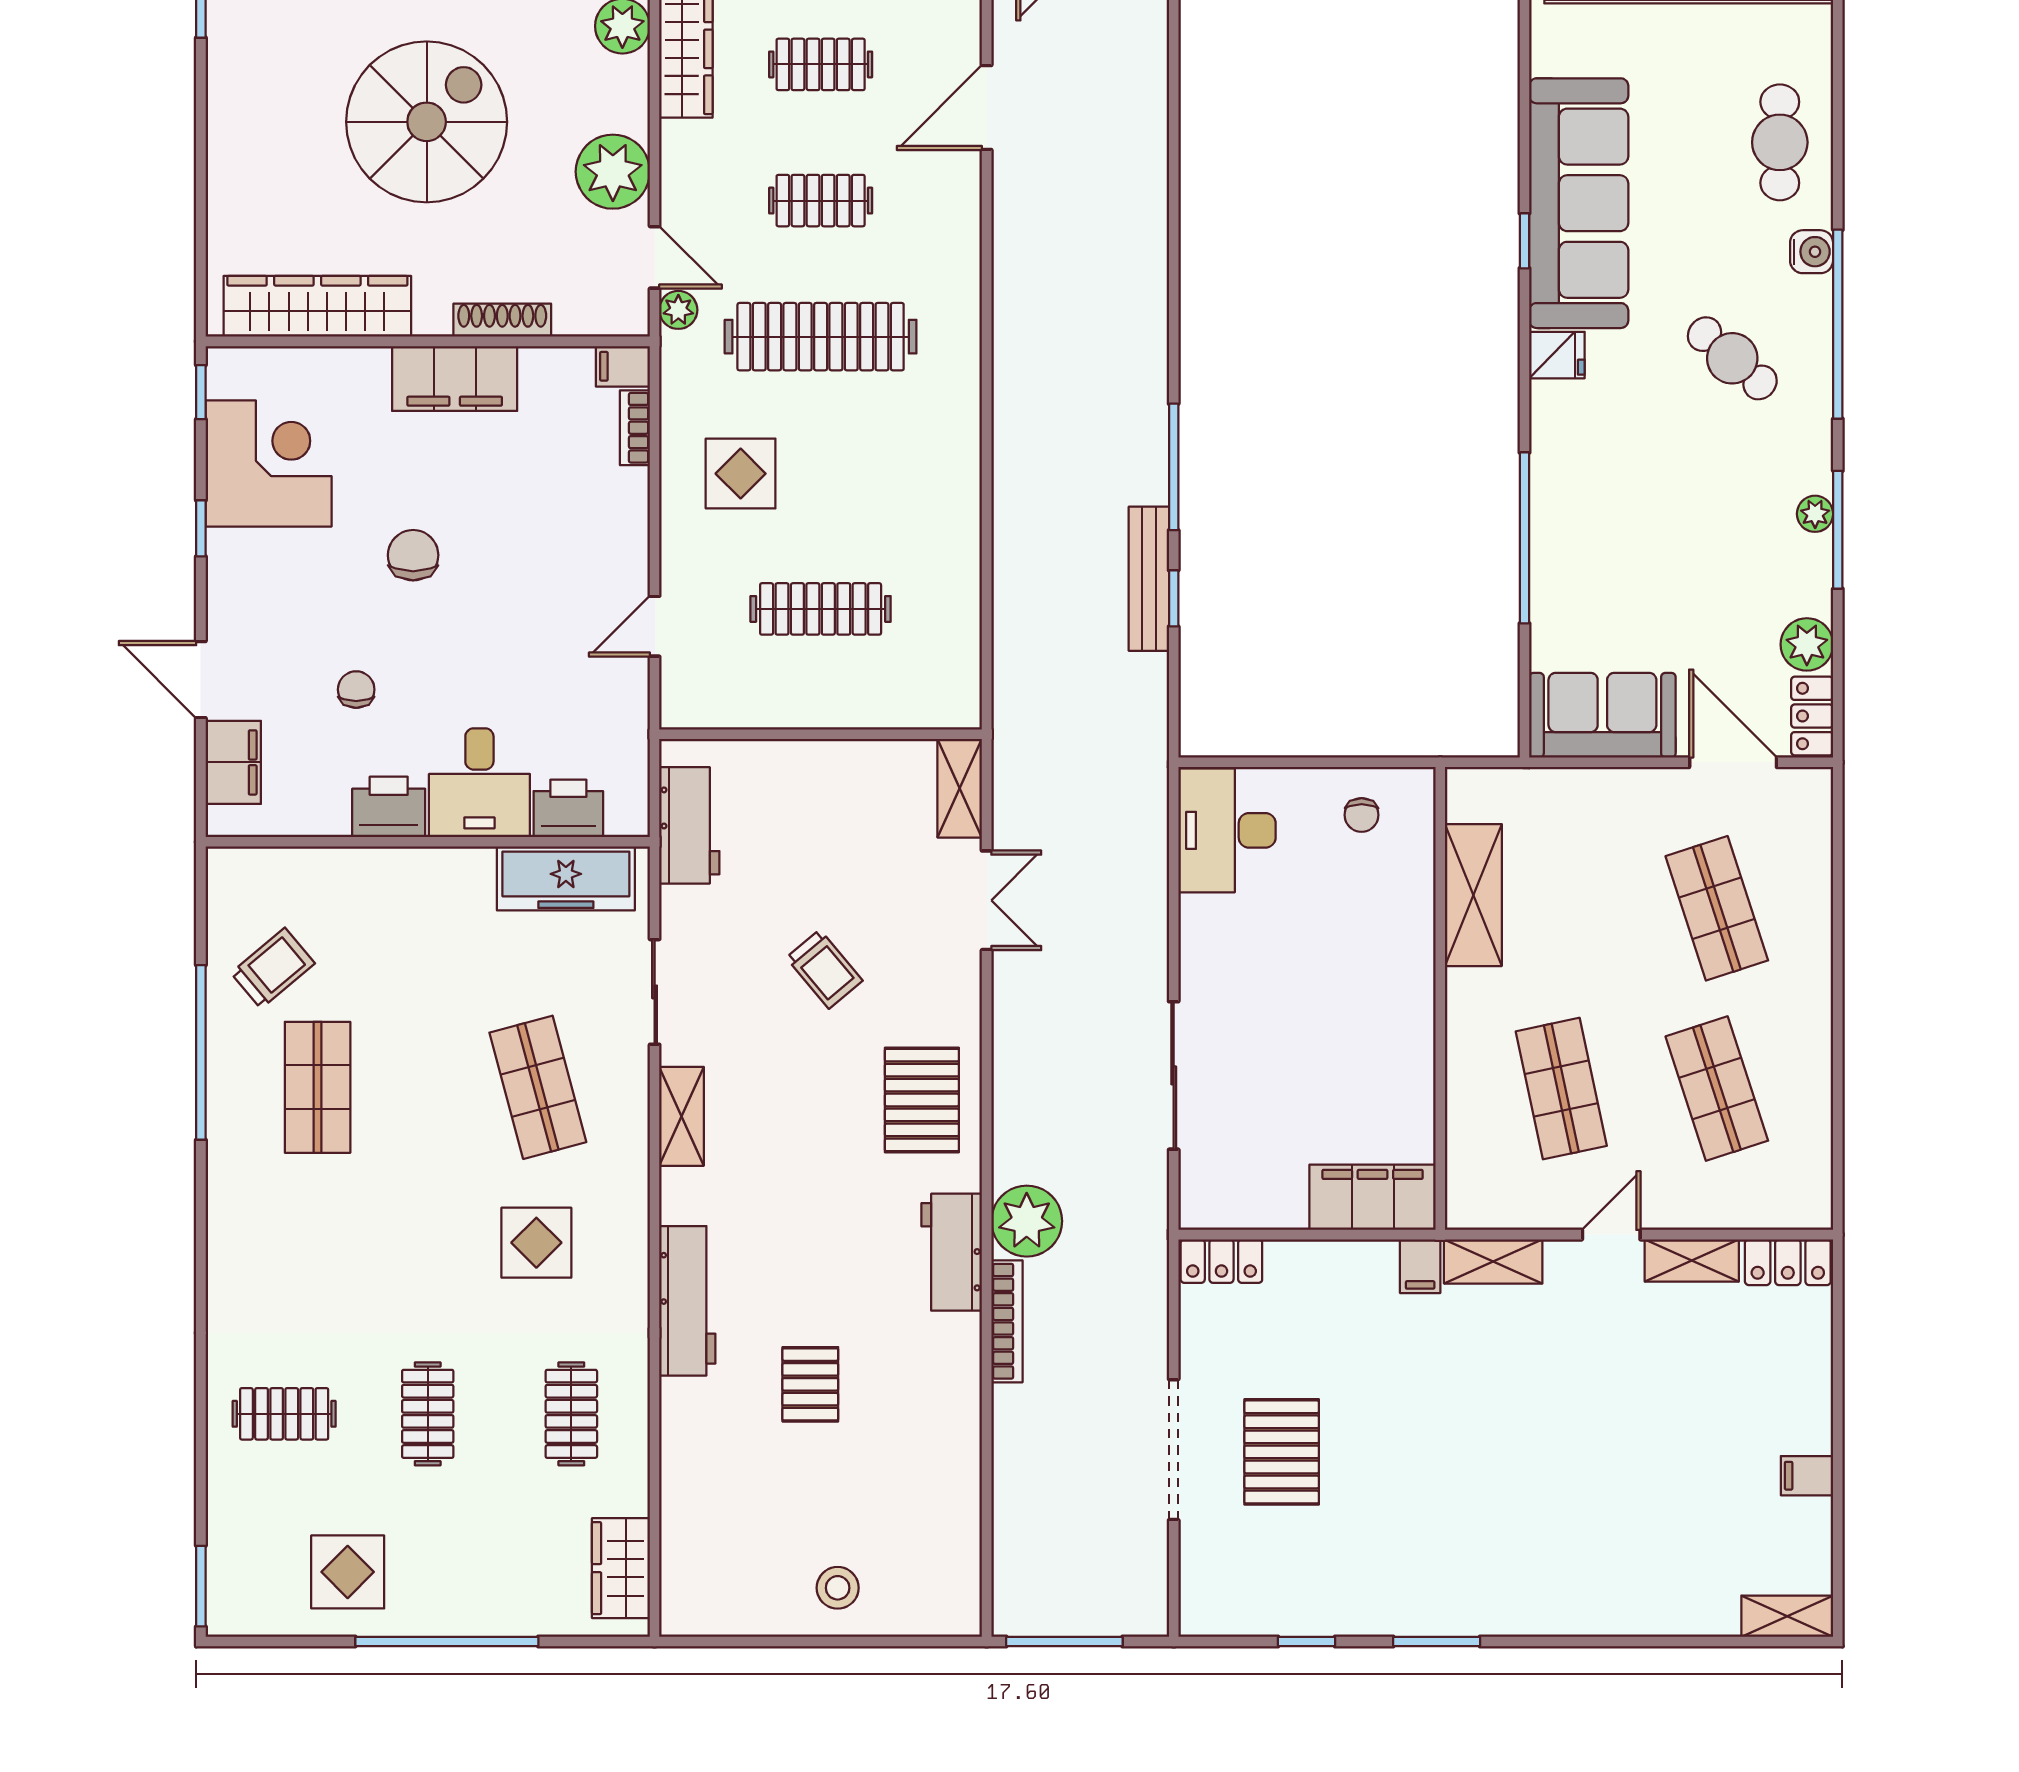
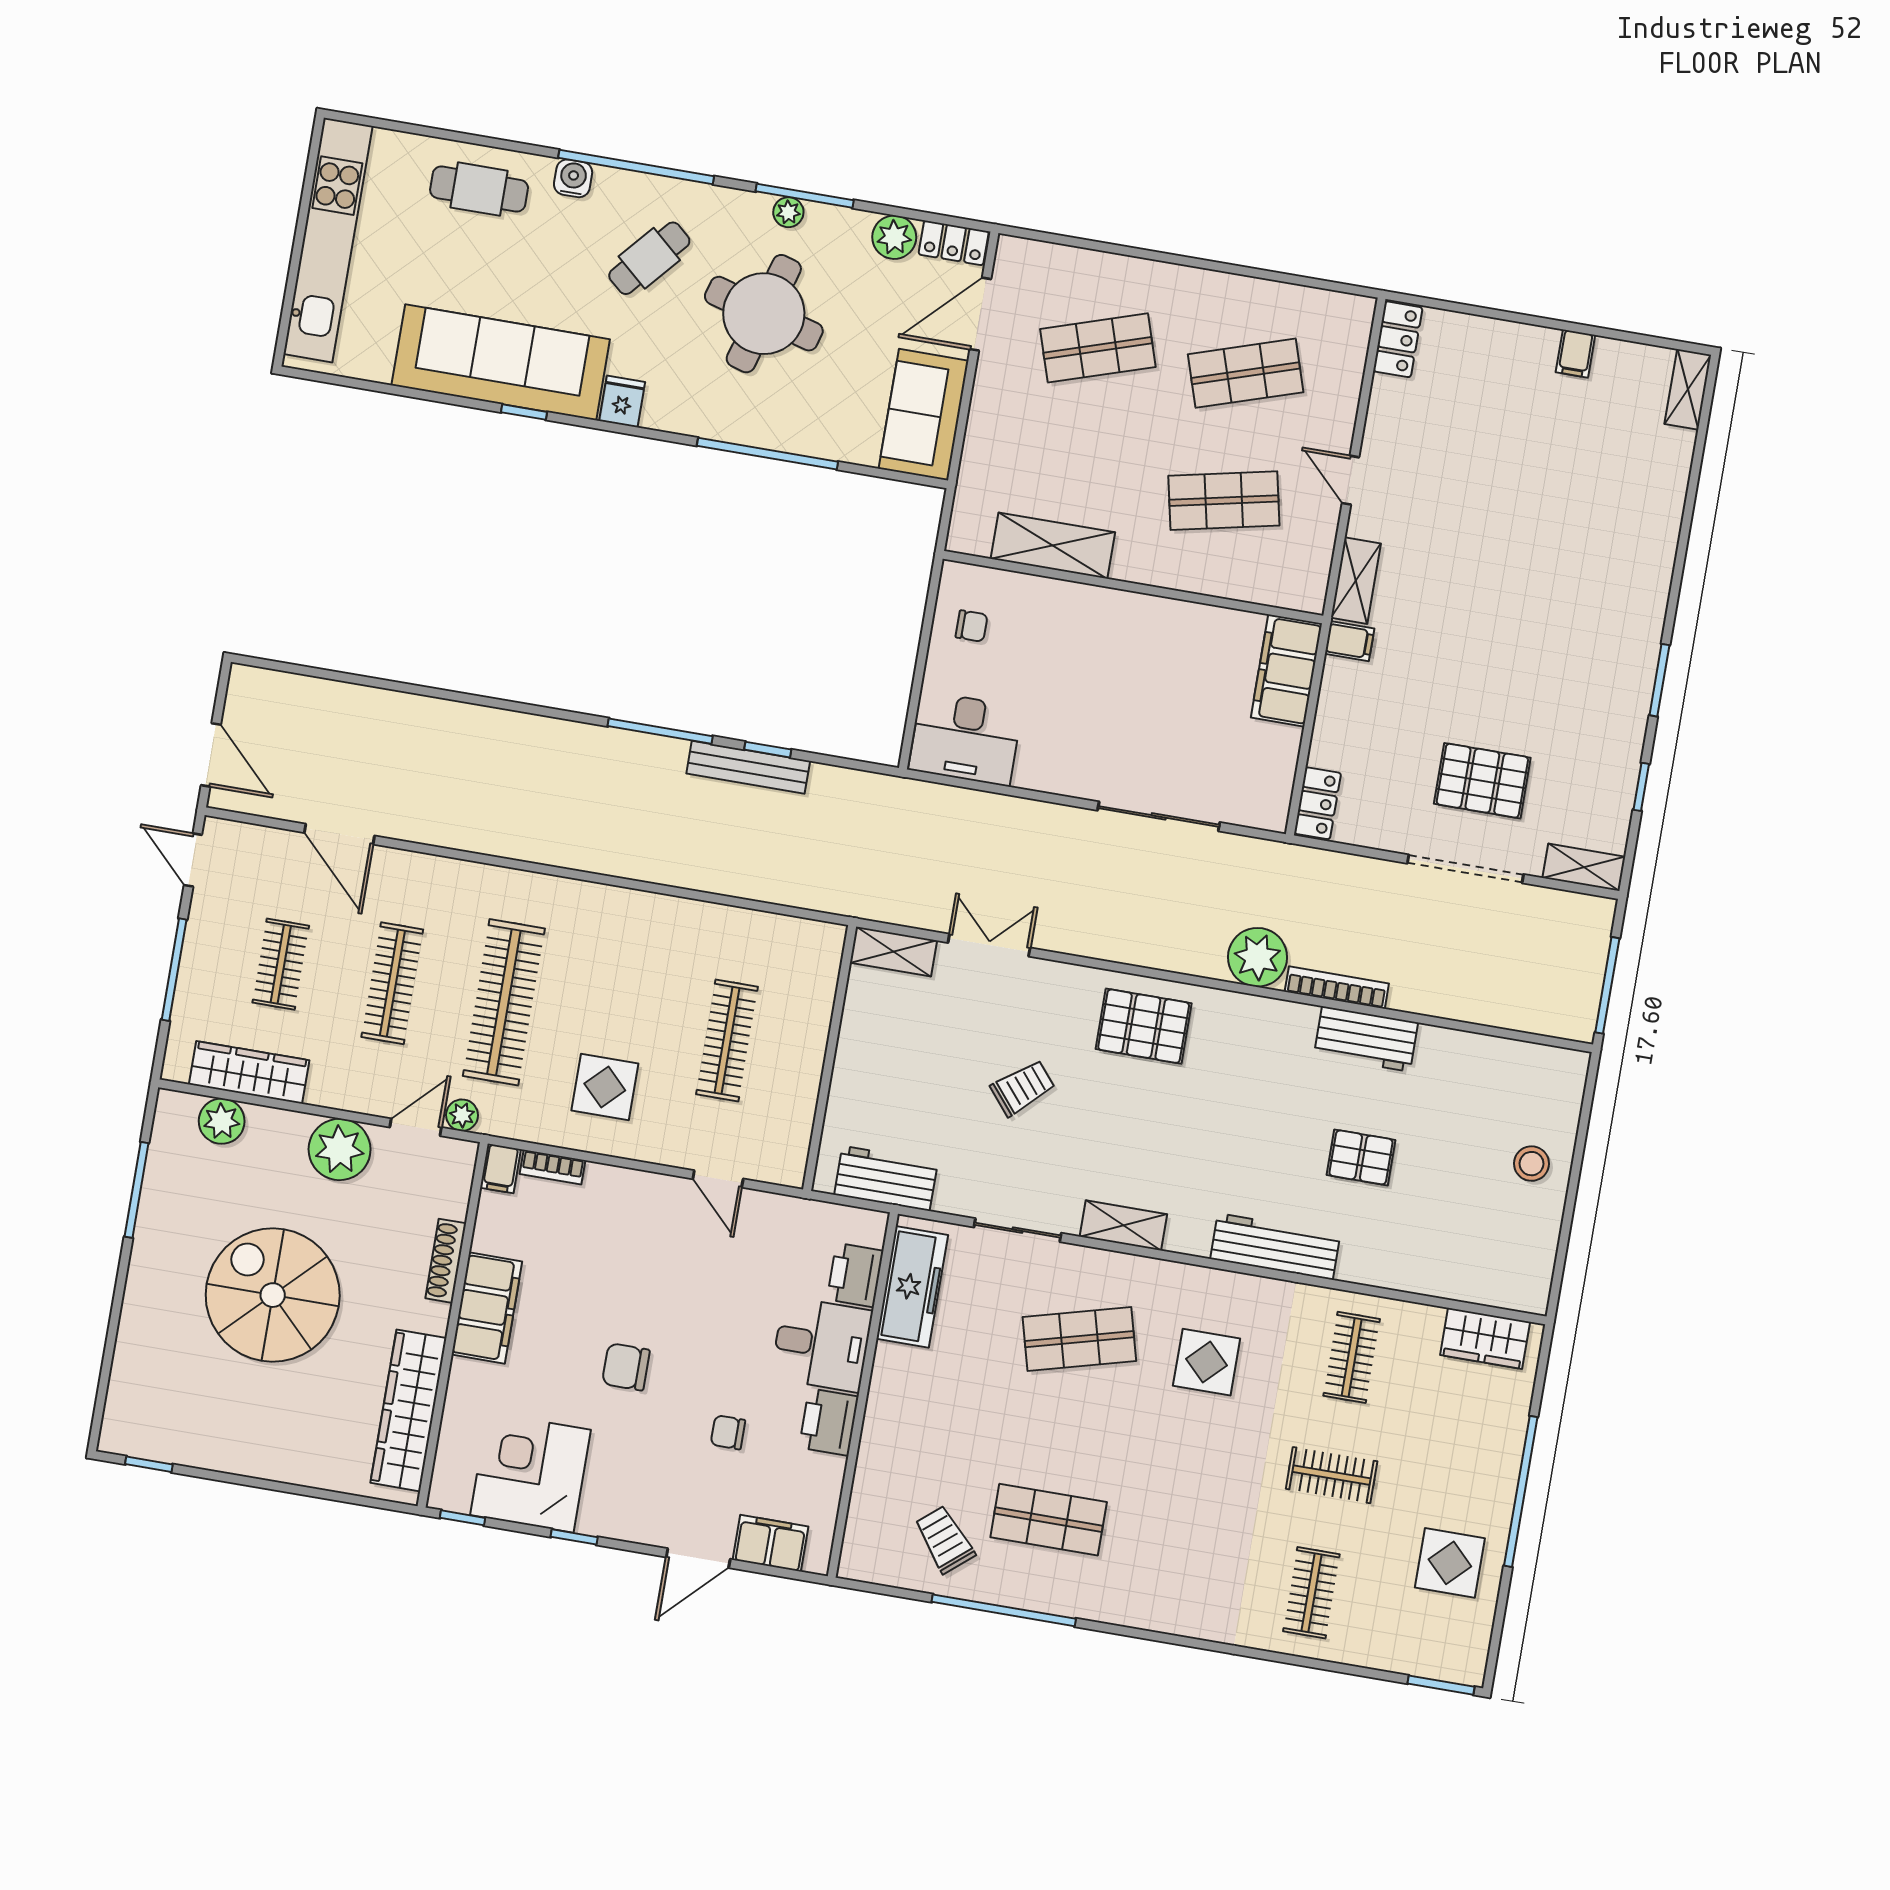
clothes rail: (821, 201) -> (392, 983), width x1.36
round table: (1690, 505) -> (764, 314), added
workbench: (952, 1252) -> (1366, 1039), moved
shelving: (1692, 1260) -> (1584, 867), moved, turned 90
clothes rail: (571, 1414) -> (1352, 1357), turned 90

